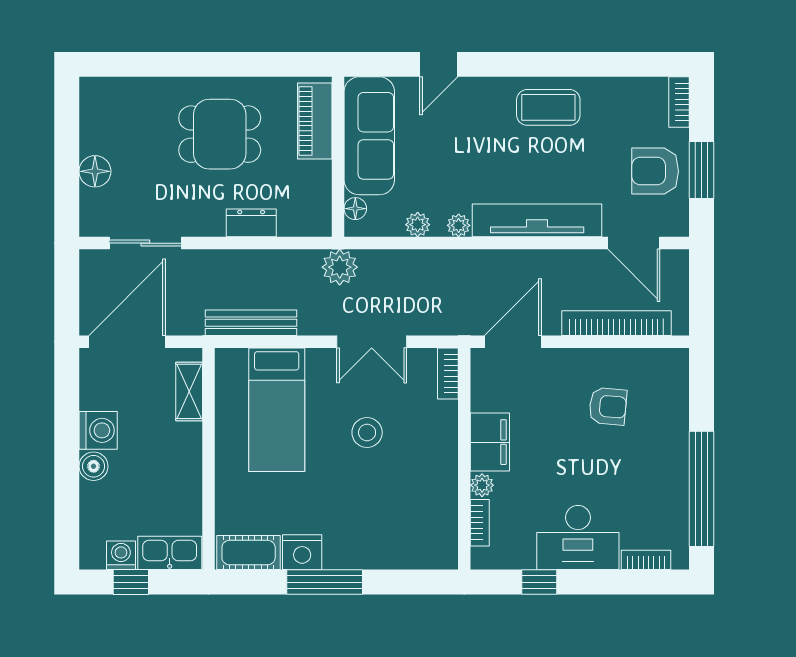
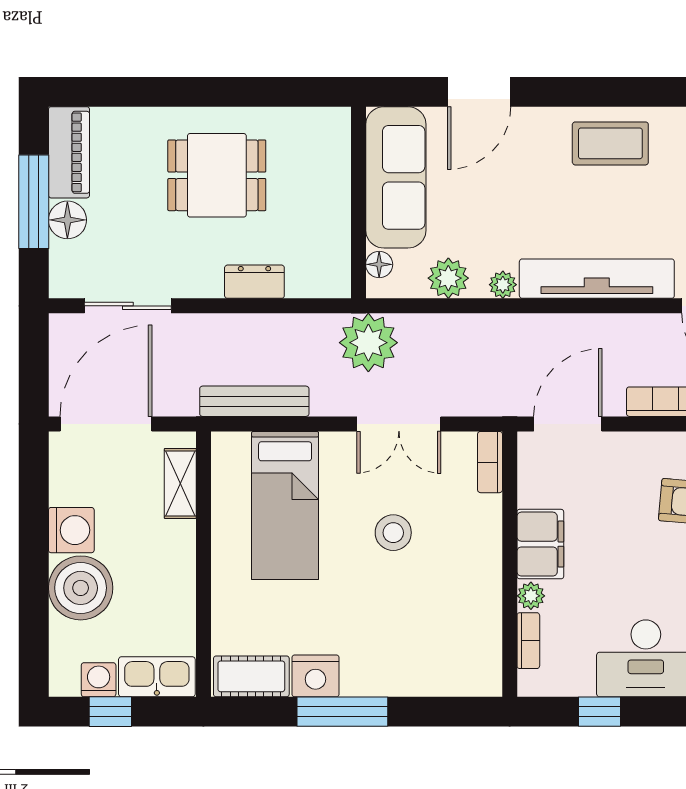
door: (439, 64) -> (479, 92), width x1.37
piano: (315, 121) -> (69, 152), moved, turned 180
window: (67, 156) -> (34, 202), added
plant: (418, 225) -> (448, 278), width x1.38, depth x1.38
plant: (340, 267) -> (368, 343), width x1.36, depth x1.36
boiler: (94, 466) -> (81, 588), width x1.86, depth x1.86

